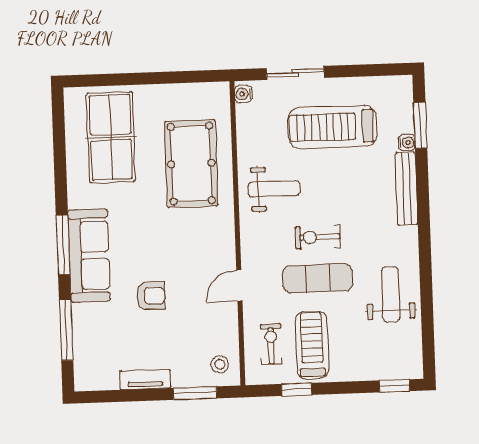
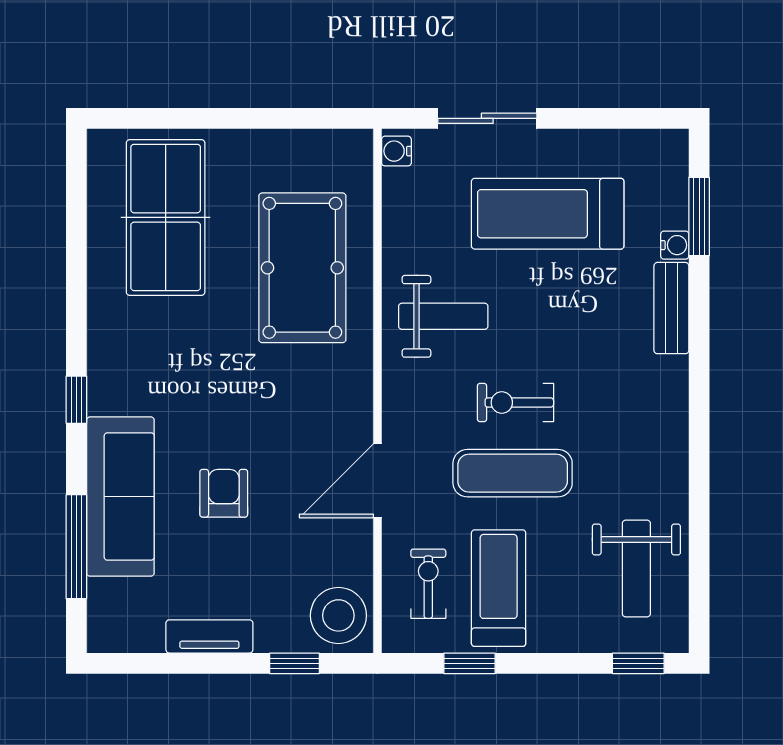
bench: (407, 189) -> (671, 308), width x0.73
window: (63, 245) -> (76, 400), width x0.46
sofa: (89, 256) -> (120, 497), moved
door: (239, 286) -> (377, 481), width x1.38
weight bench: (391, 294) -> (636, 569), moved, turned 180
armchair: (150, 296) -> (224, 493), turned -90
stool: (220, 364) -> (338, 615), width x1.89, depth x1.89
window: (195, 393) -> (294, 663), width x0.67

